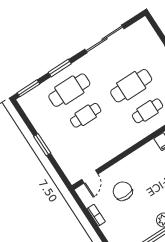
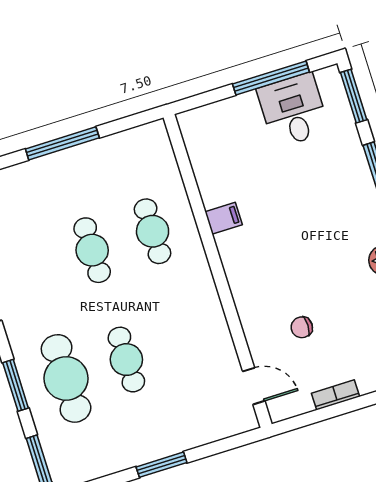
cafe table: (131, 86) -> (92, 250), width x0.73, depth x0.74
chair: (123, 191) -> (302, 327), width x0.54, depth x0.54

